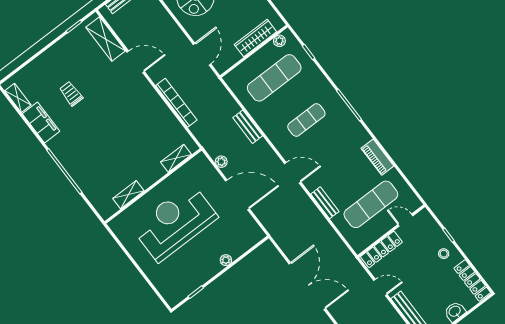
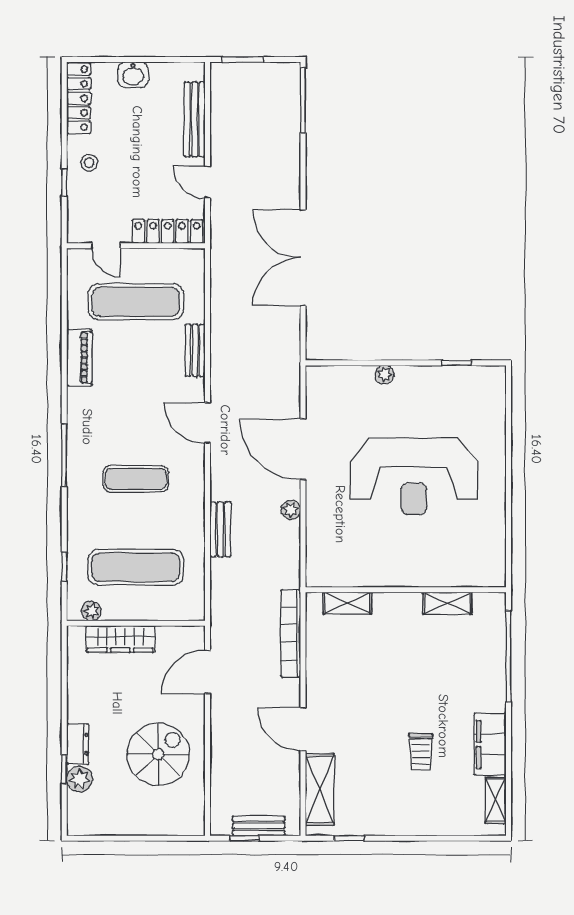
shelving: (176, 158) -> (347, 603), moved
wall: (153, 186) -> (406, 590), moved
shelving: (128, 195) -> (447, 603), moved

